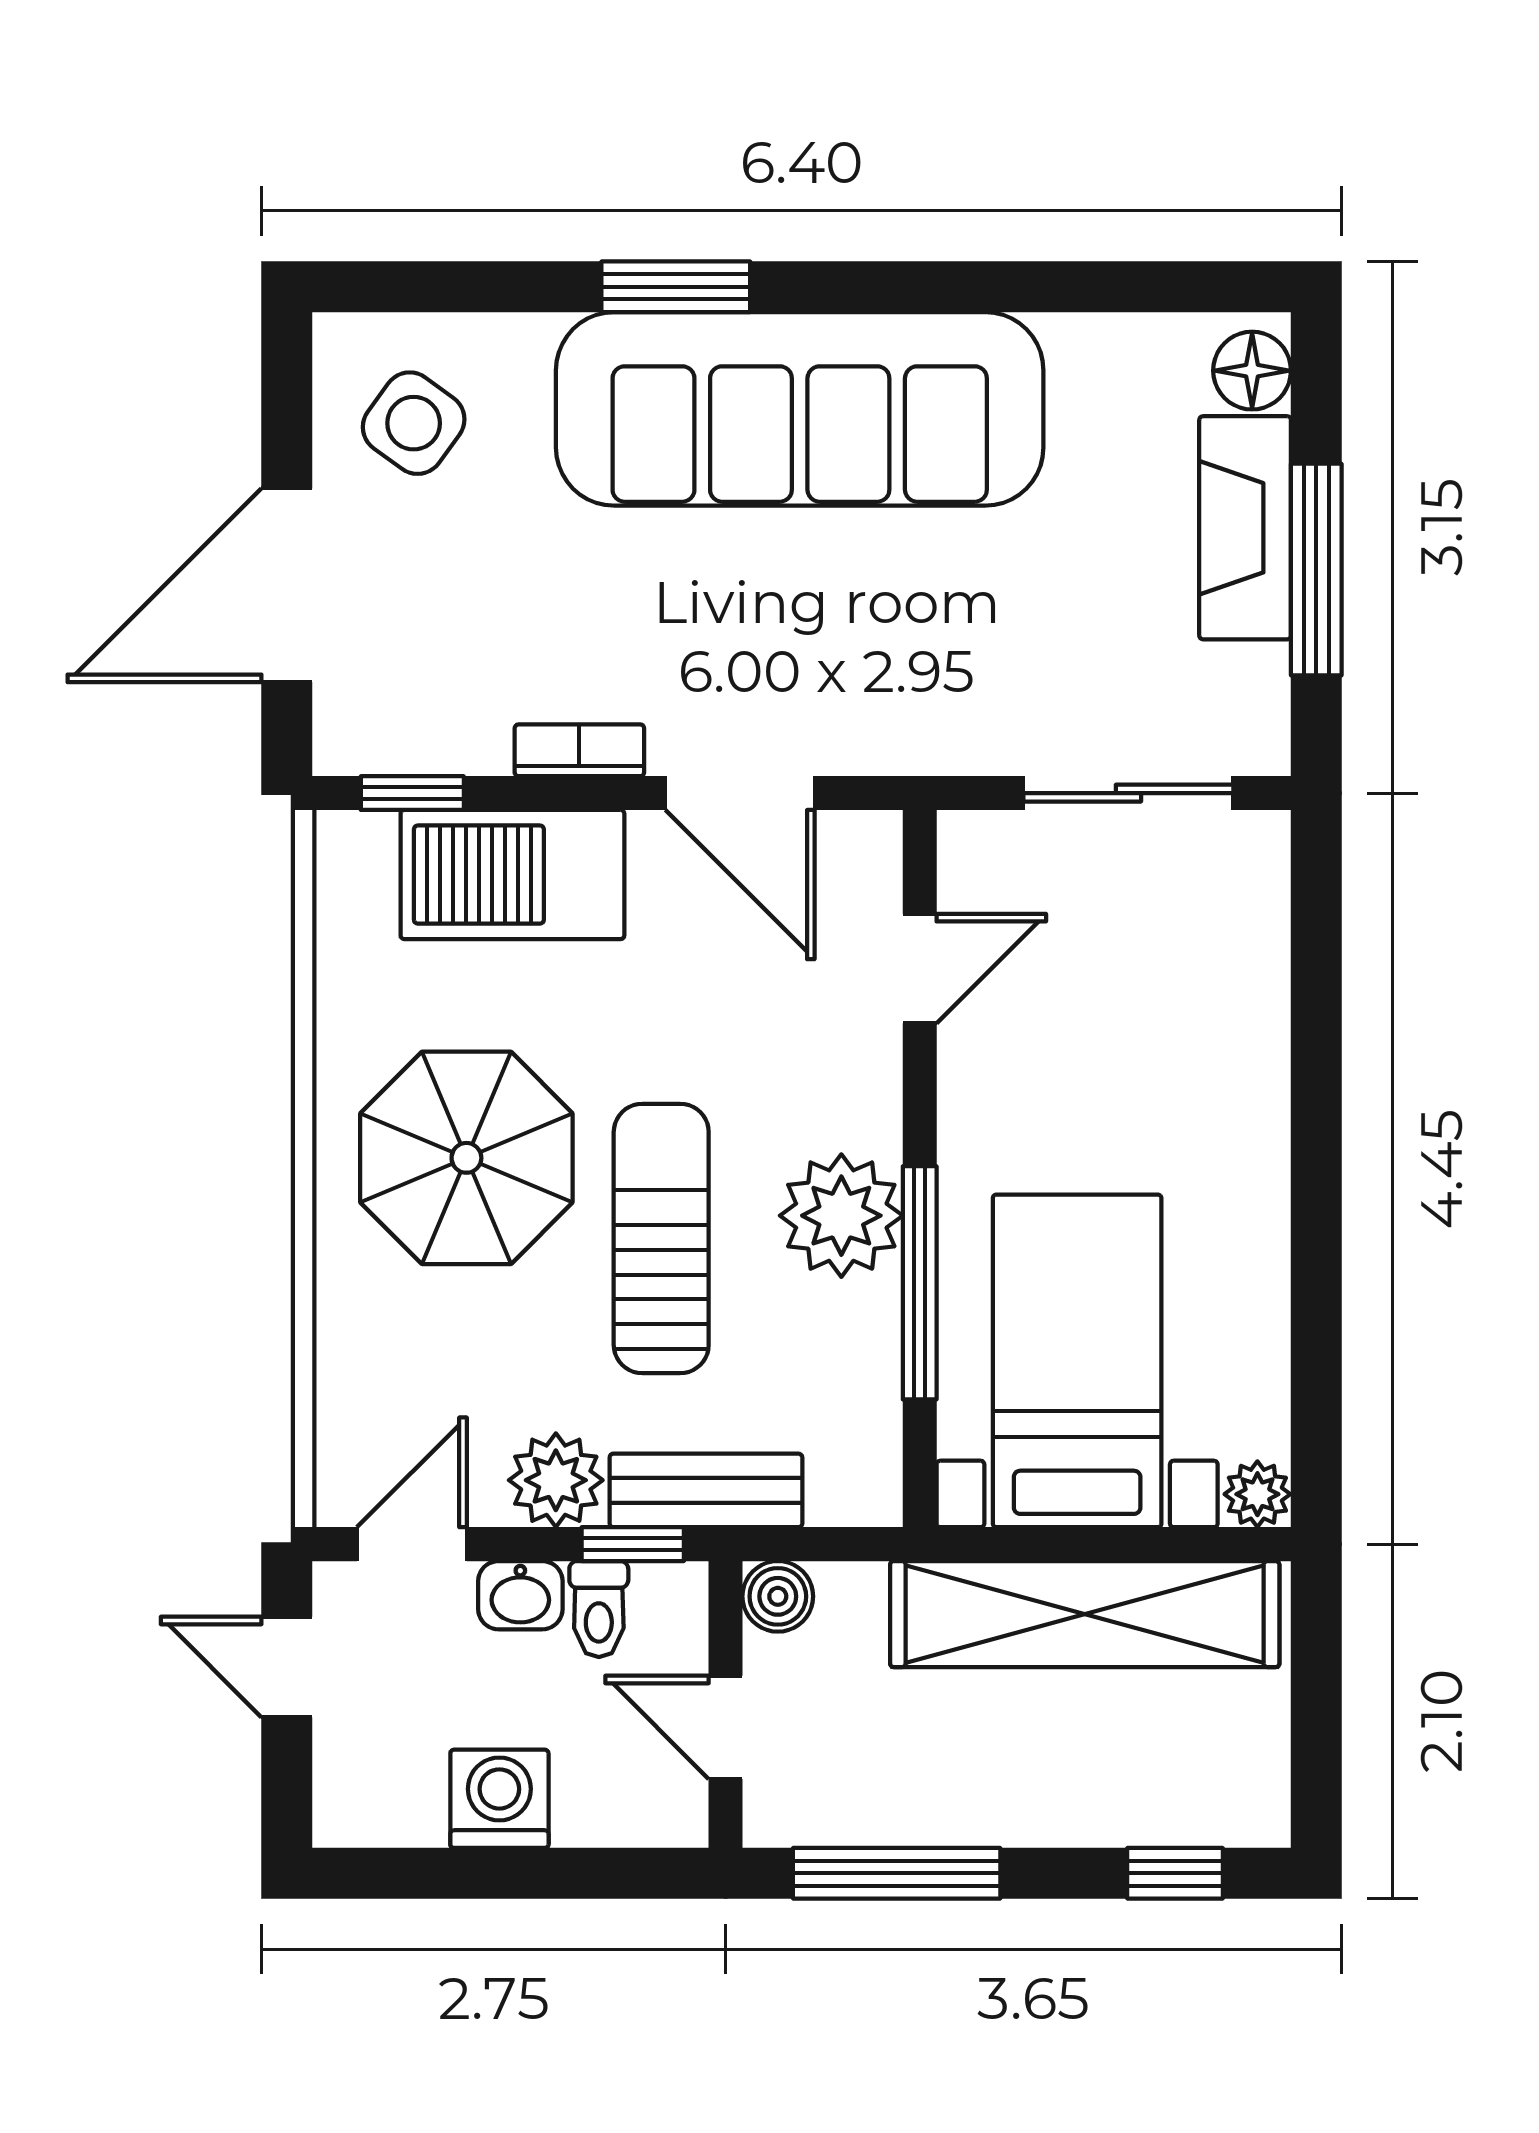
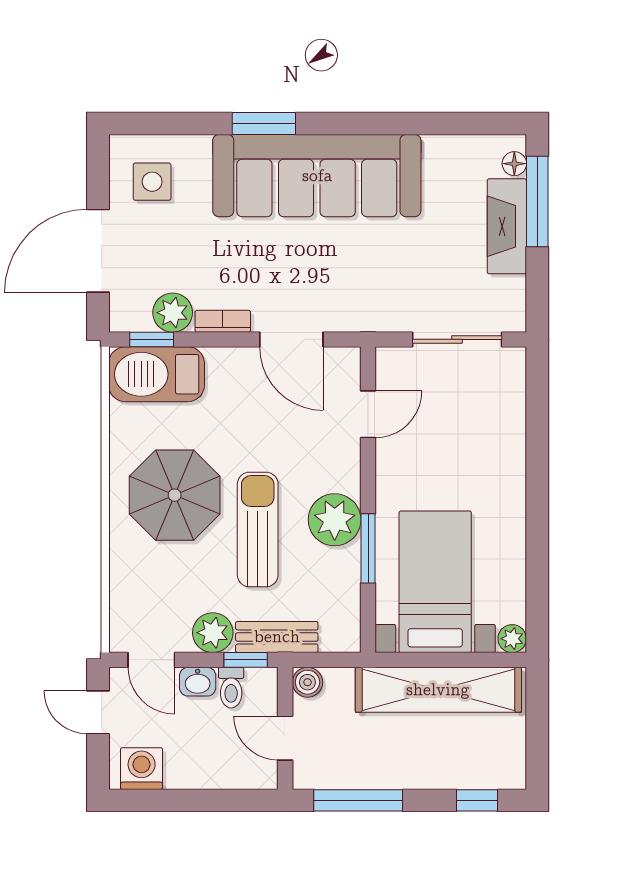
floor lamp: (1252, 371) -> (514, 164), width x0.73, depth x0.73
side table: (414, 423) -> (152, 182), turned -36
window: (1316, 570) -> (537, 201), moved
plant: (462, 730) -> (173, 313), added
barbecue: (512, 875) -> (157, 374), moved
window: (920, 1283) -> (368, 548), width x0.69
door: (412, 1544) -> (151, 660), swing flipped
washing machine: (499, 1799) -> (142, 769), moved

